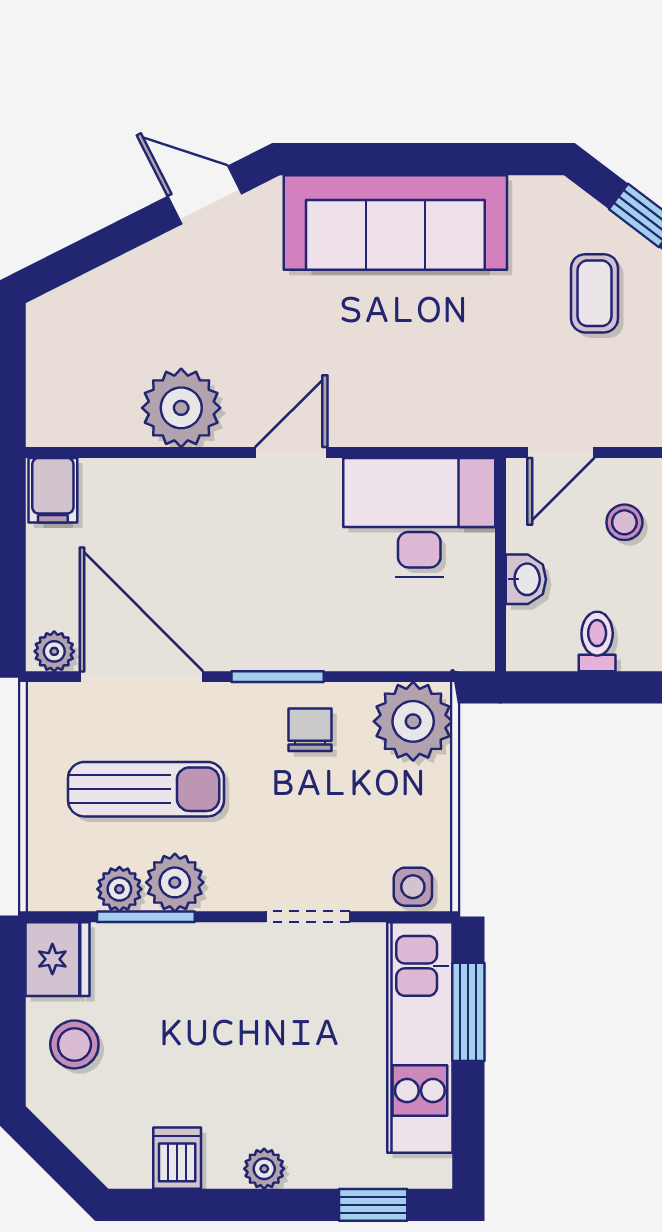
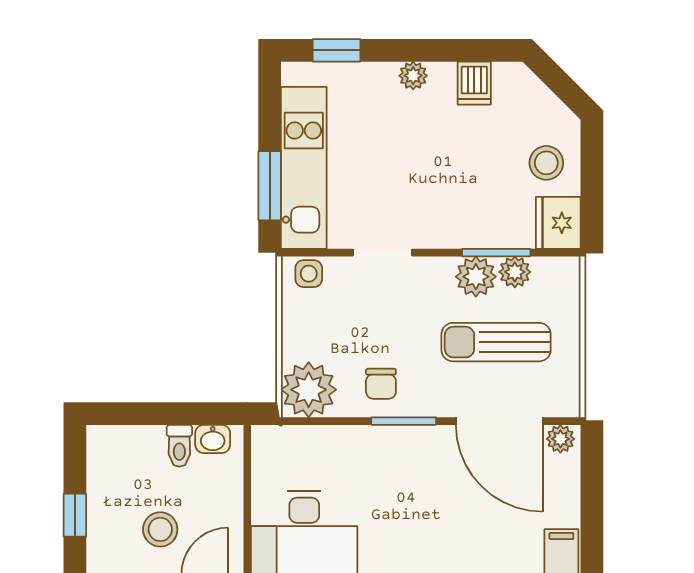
stool: (624, 522) -> (160, 529), width x1.37, depth x1.37
washbasin: (526, 579) -> (213, 439), moved, turned -90

